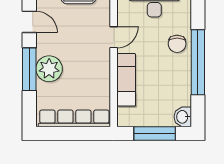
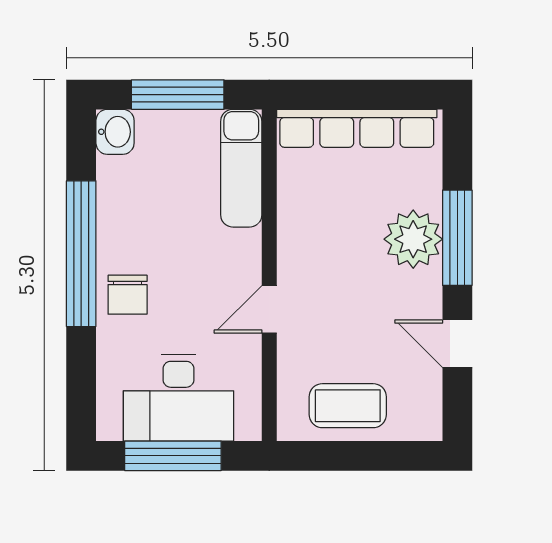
chair: (177, 44) -> (128, 295), turned 180
exam couch: (126, 80) -> (241, 168), moved

